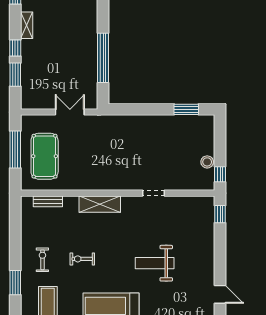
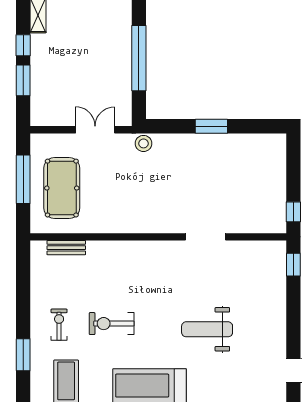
window: (186, 109) -> (211, 126), moved
stool: (207, 162) -> (143, 143), moved
doorway: (153, 193) -> (206, 237), width x1.38
shelving: (100, 204) -> (135, 251), removed
exercise bike: (82, 259) -> (112, 324), width x1.38, depth x1.39

